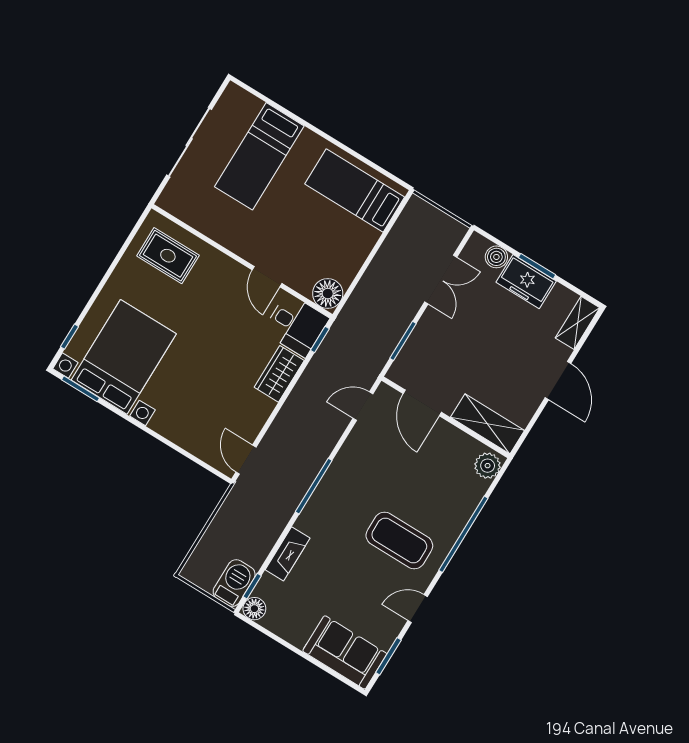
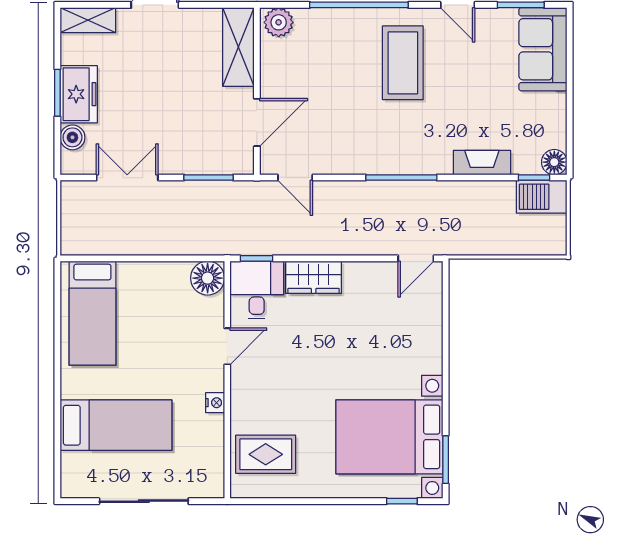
nightstand: (230, 241) -> (215, 403), added
rug: (168, 256) -> (266, 454), turned 90

